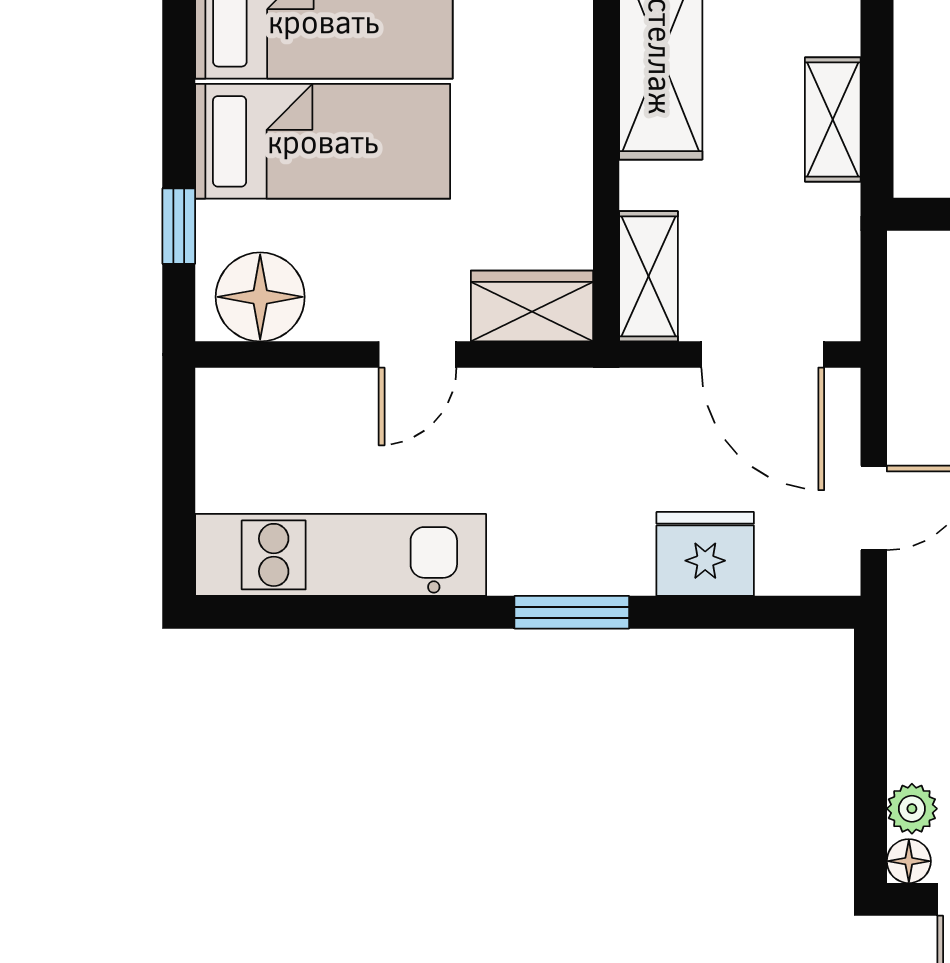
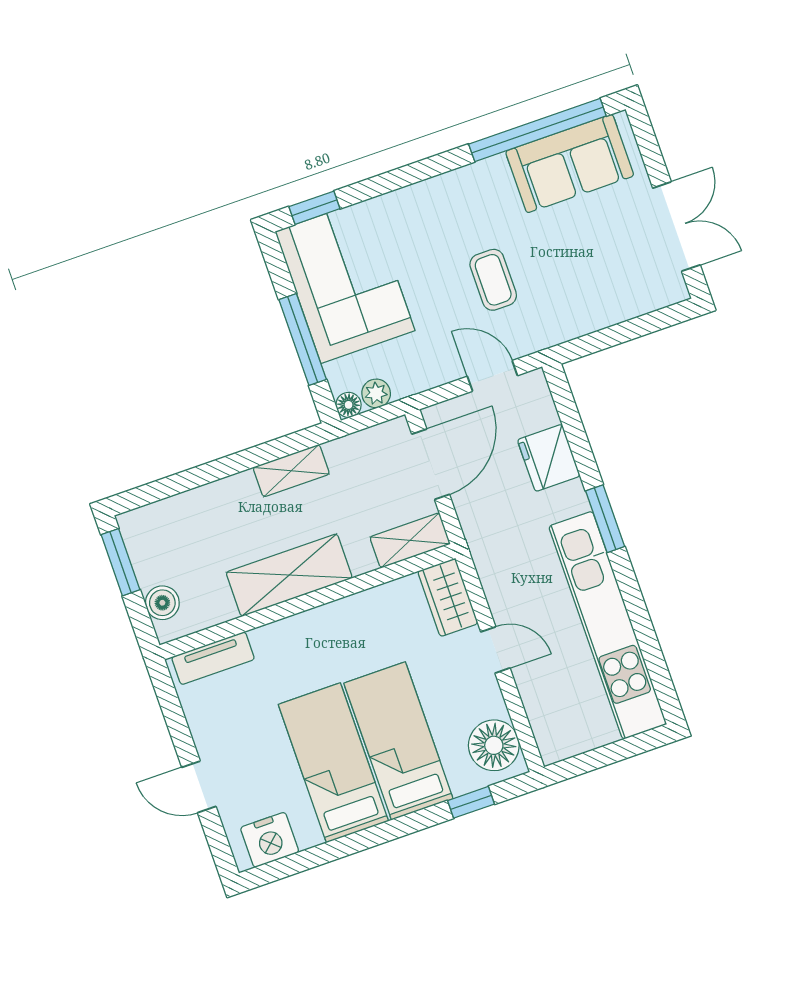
kitchen unit: (341, 555) -> (608, 625), width x1.36
plant: (912, 809) -> (376, 393), moved
floor lamp: (909, 861) -> (349, 405), moved

